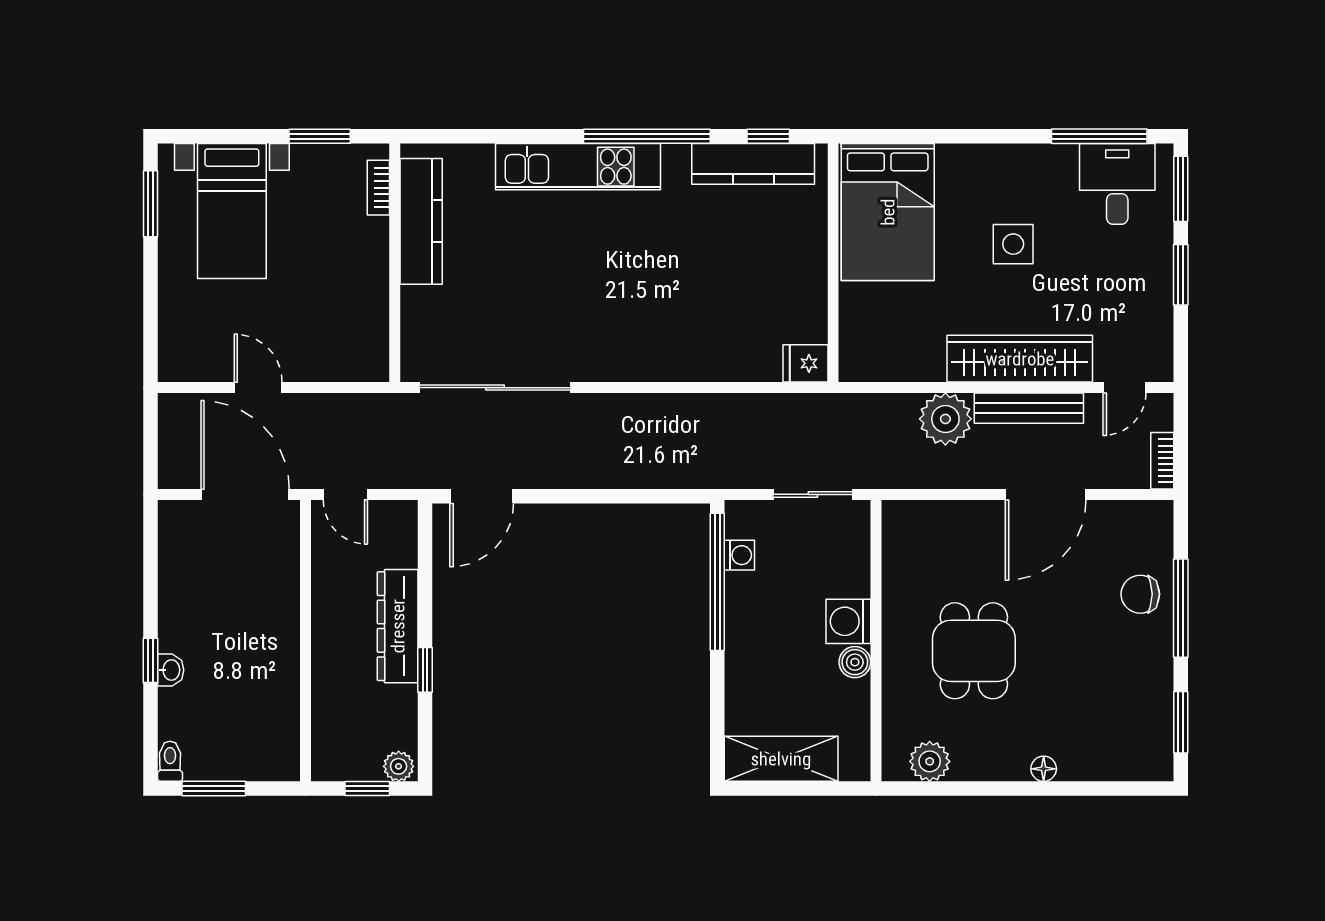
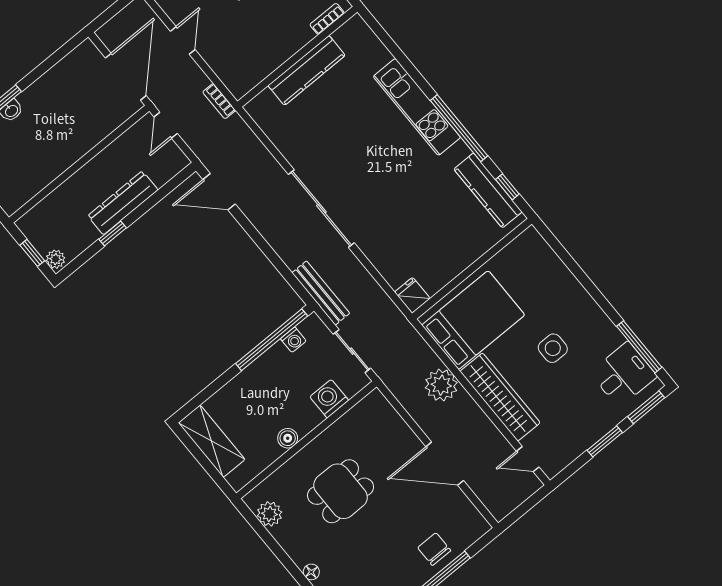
bed: (888, 212) -> (473, 320), moved, turned 180
kitchen counter: (421, 221) -> (307, 70), moved
sliding door: (495, 388) -> (321, 209), moved
bench: (1029, 408) -> (321, 293), moved
bookcase: (1162, 461) -> (219, 101), moved, turned -90
washing machine: (848, 621) -> (329, 399), moved

